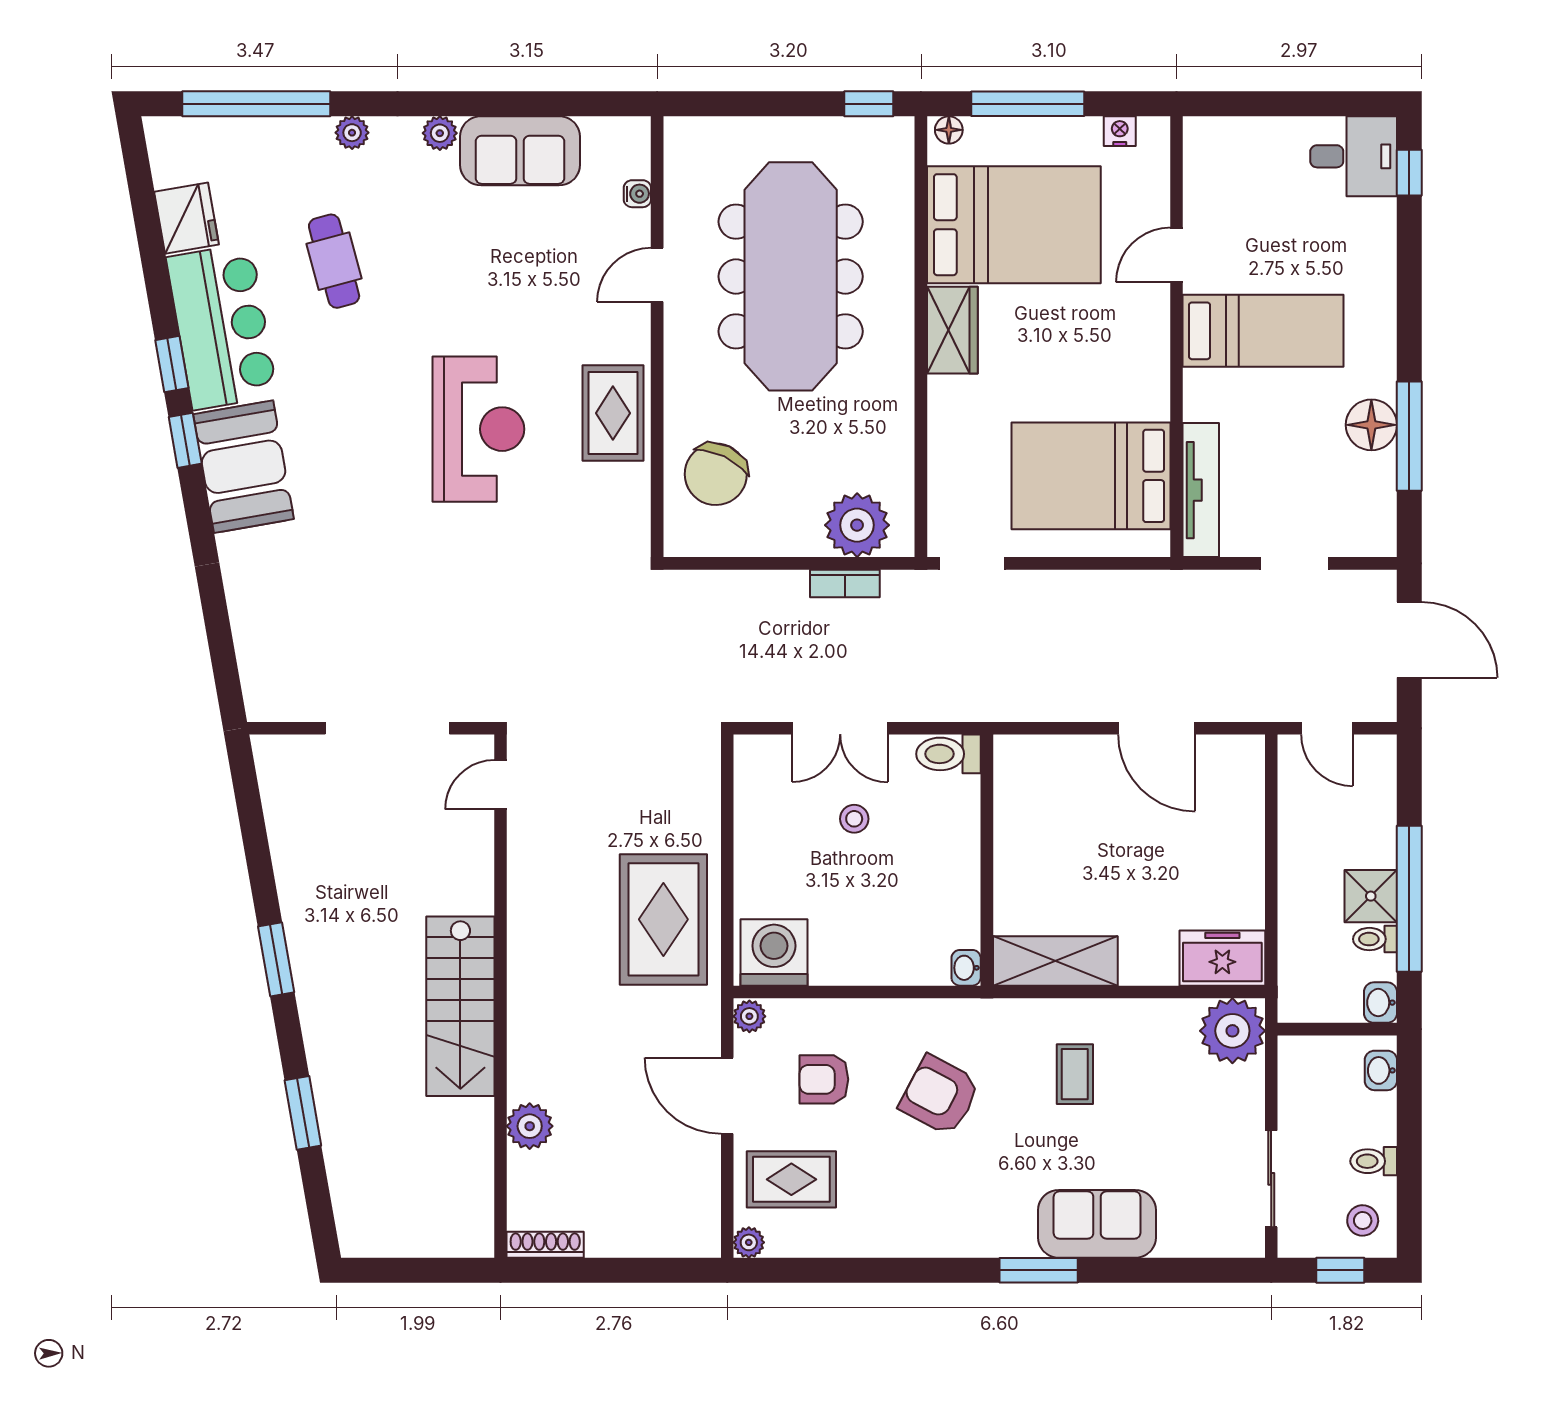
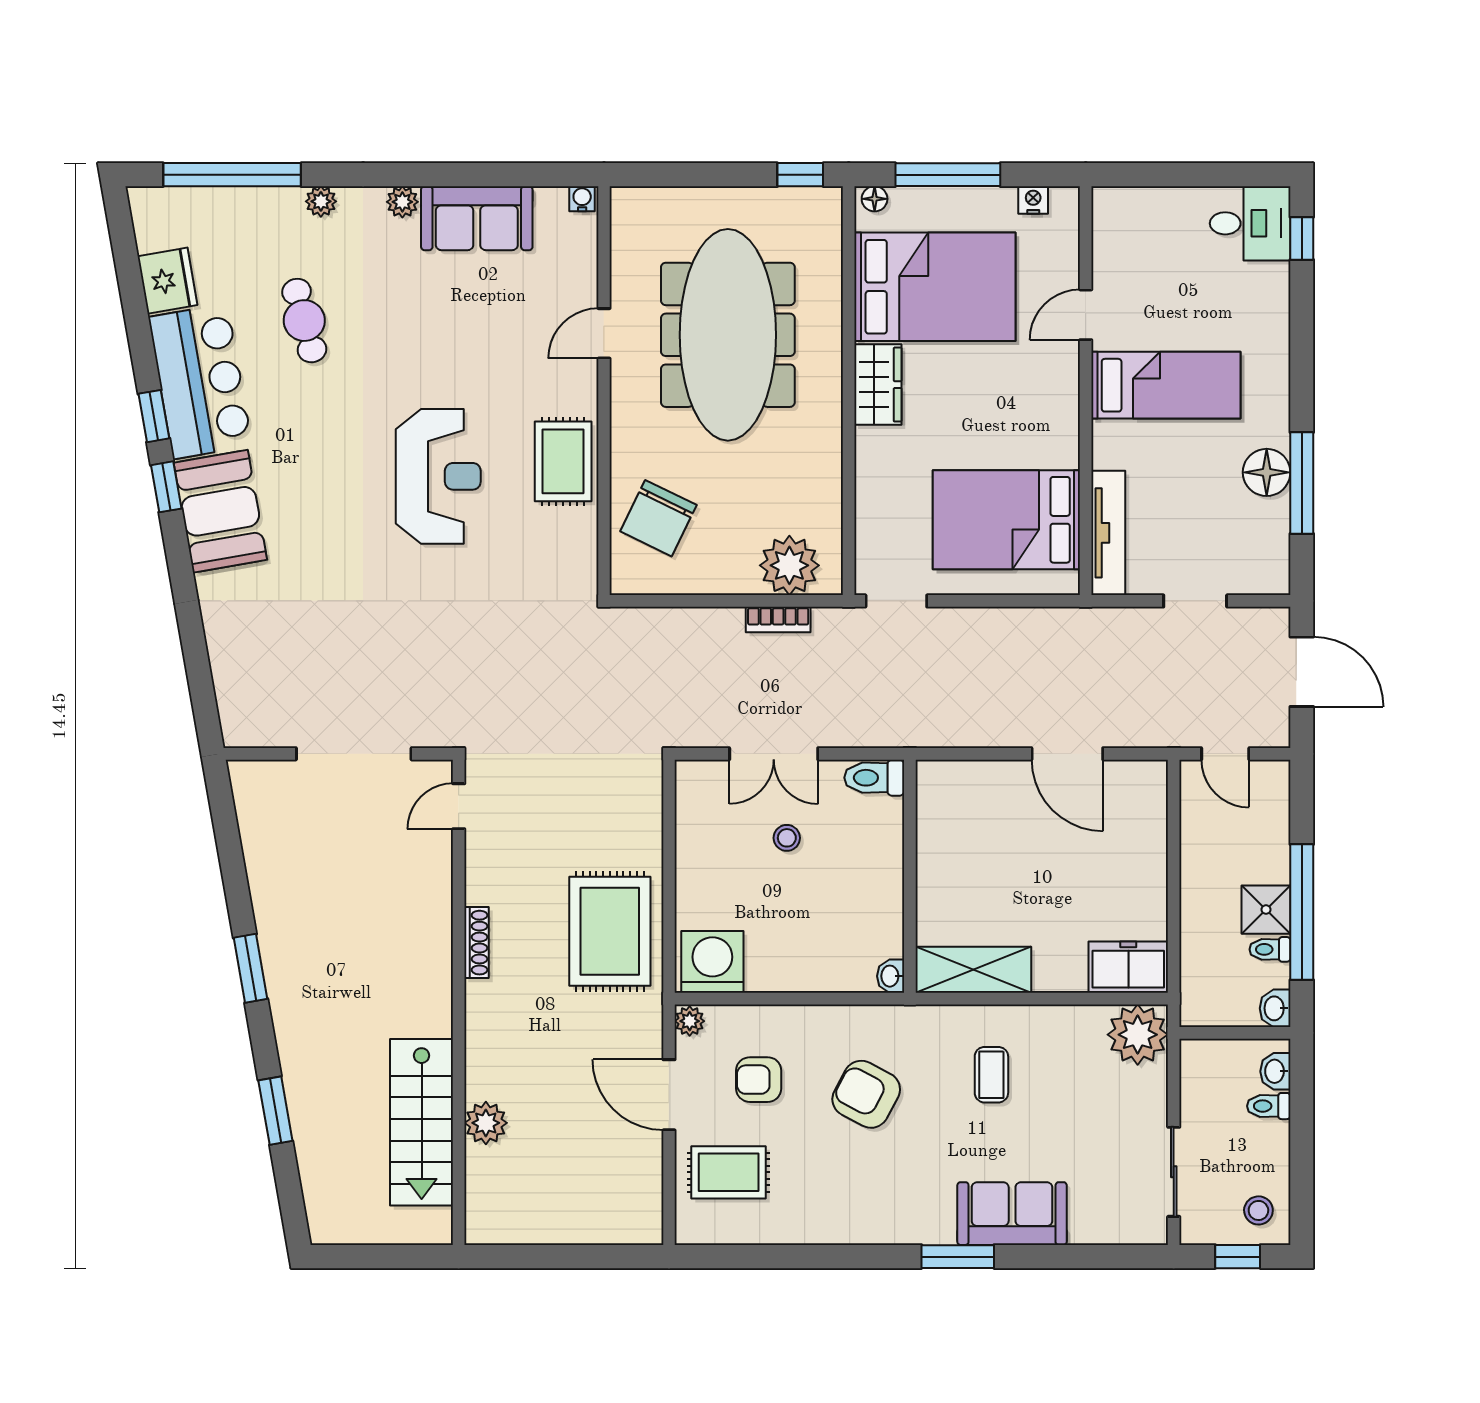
water cooler: (637, 194) -> (582, 199), moved, turned -90
stairs: (460, 1006) -> (422, 1122), moved
toilet: (1374, 1161) -> (1269, 1106), moved
plant: (749, 1242) -> (689, 1231), removed
shoe rack: (545, 1245) -> (477, 943), moved, turned 90

